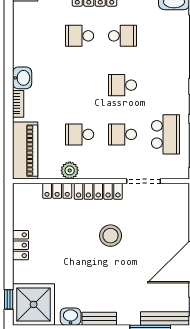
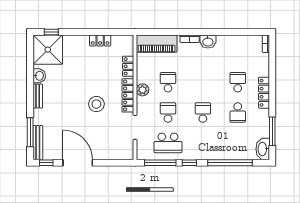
plant: (70, 170) -> (142, 90), moved
locker: (21, 245) -> (100, 40), moved

